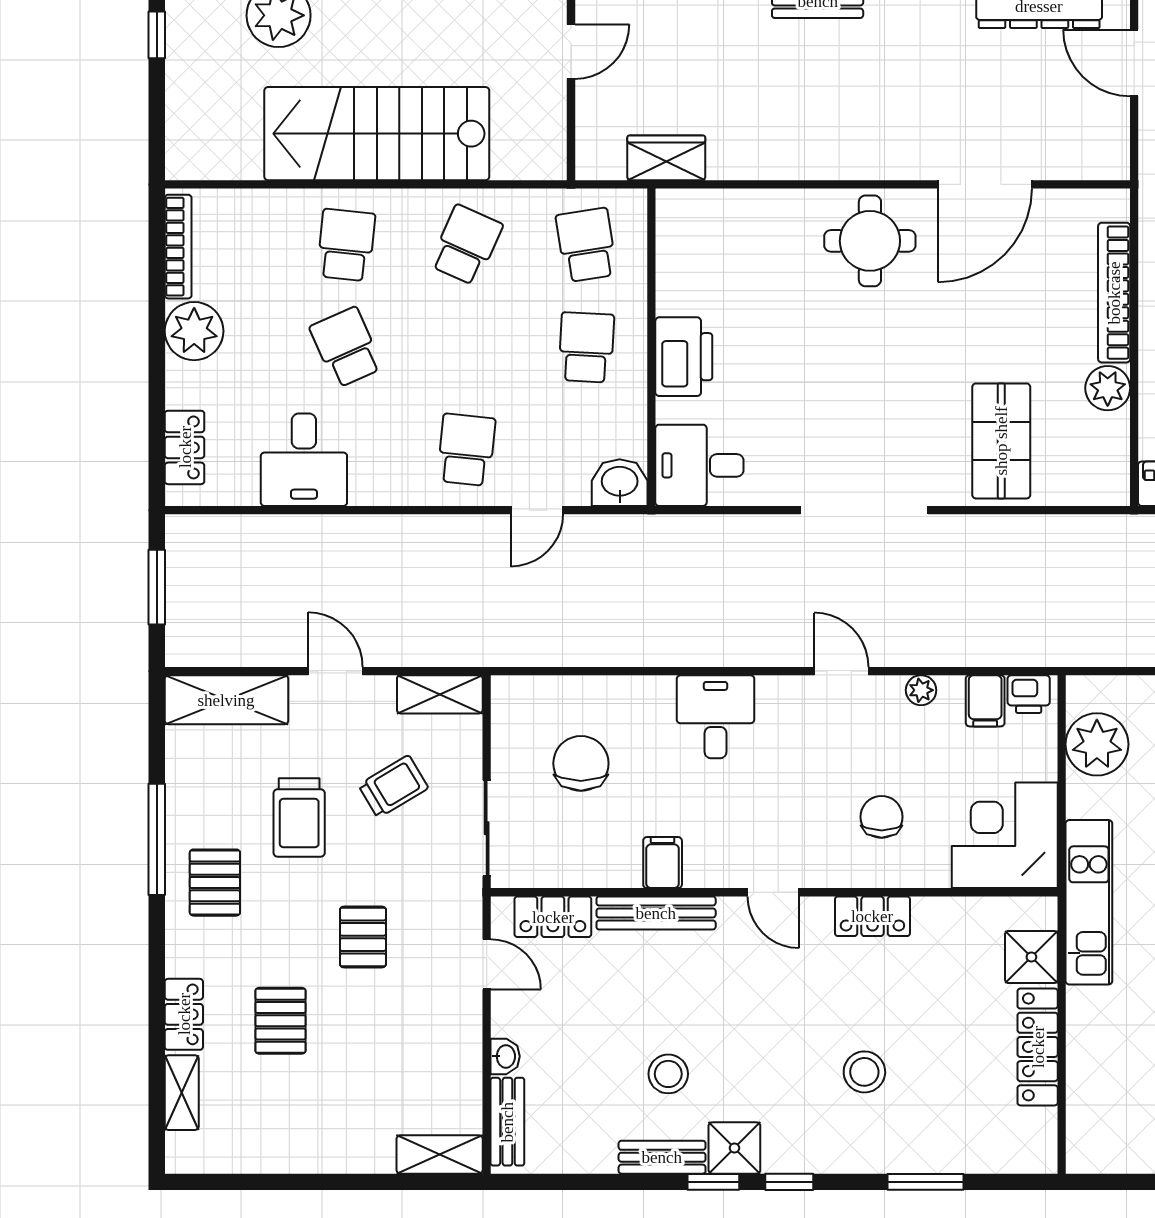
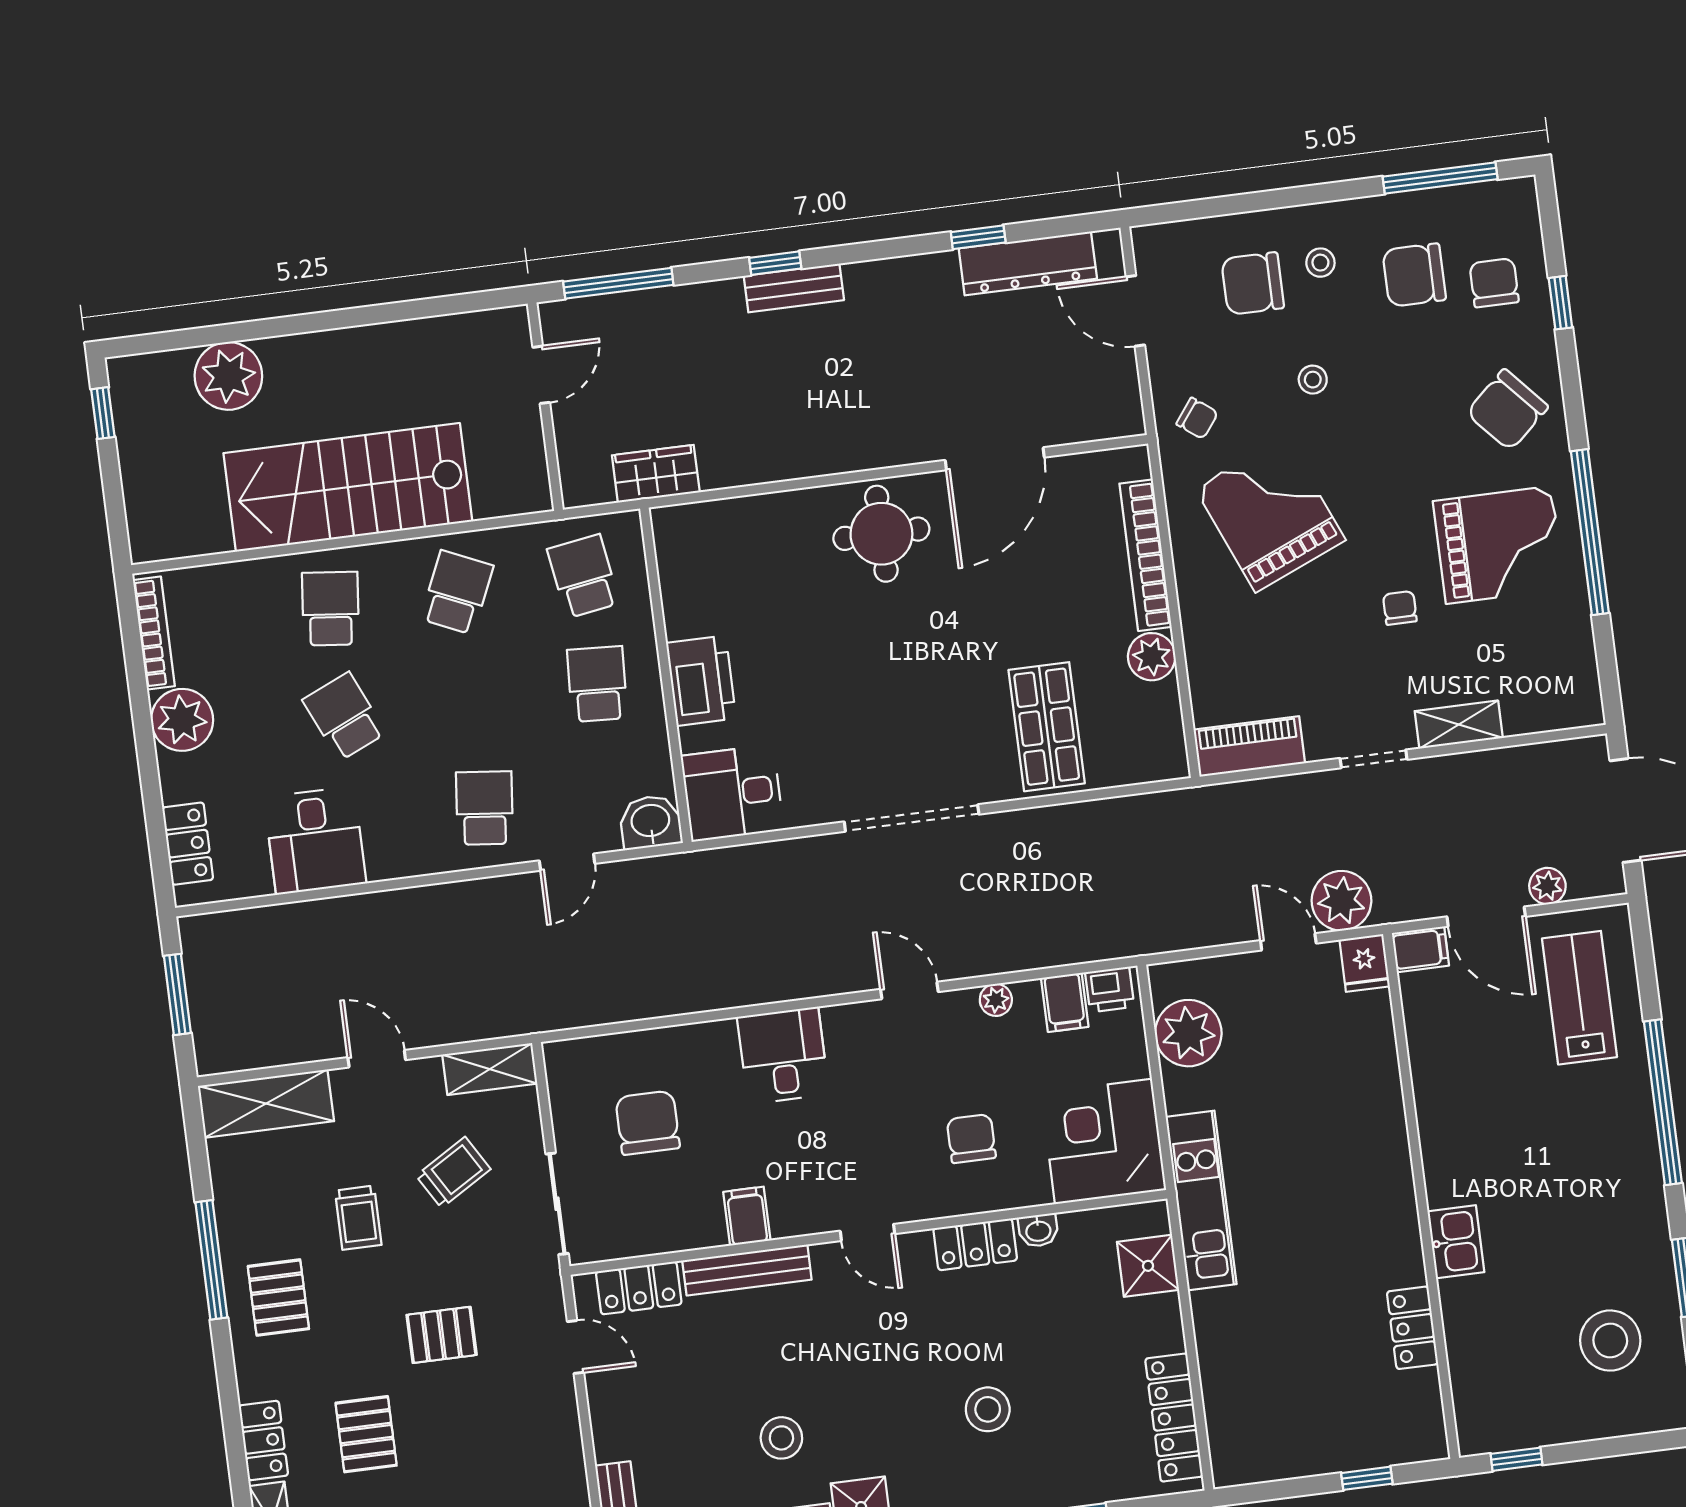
trolley: (299, 817) -> (358, 1218), width x0.73, depth x0.72
pallet: (363, 937) -> (442, 1335), turned 90
locker: (1038, 1047) -> (1174, 1418), moved
washbasin: (505, 1056) -> (1038, 1230), moved, turned 90

